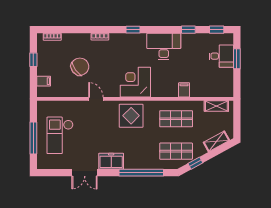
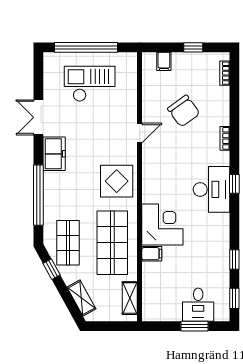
desk: (164, 46) -> (211, 189), moved
corner desk: (135, 82) -> (162, 225), moved
shop shelf: (176, 119) -> (112, 243), width x1.43, depth x1.36
window: (33, 138) -> (86, 47), width x1.46

